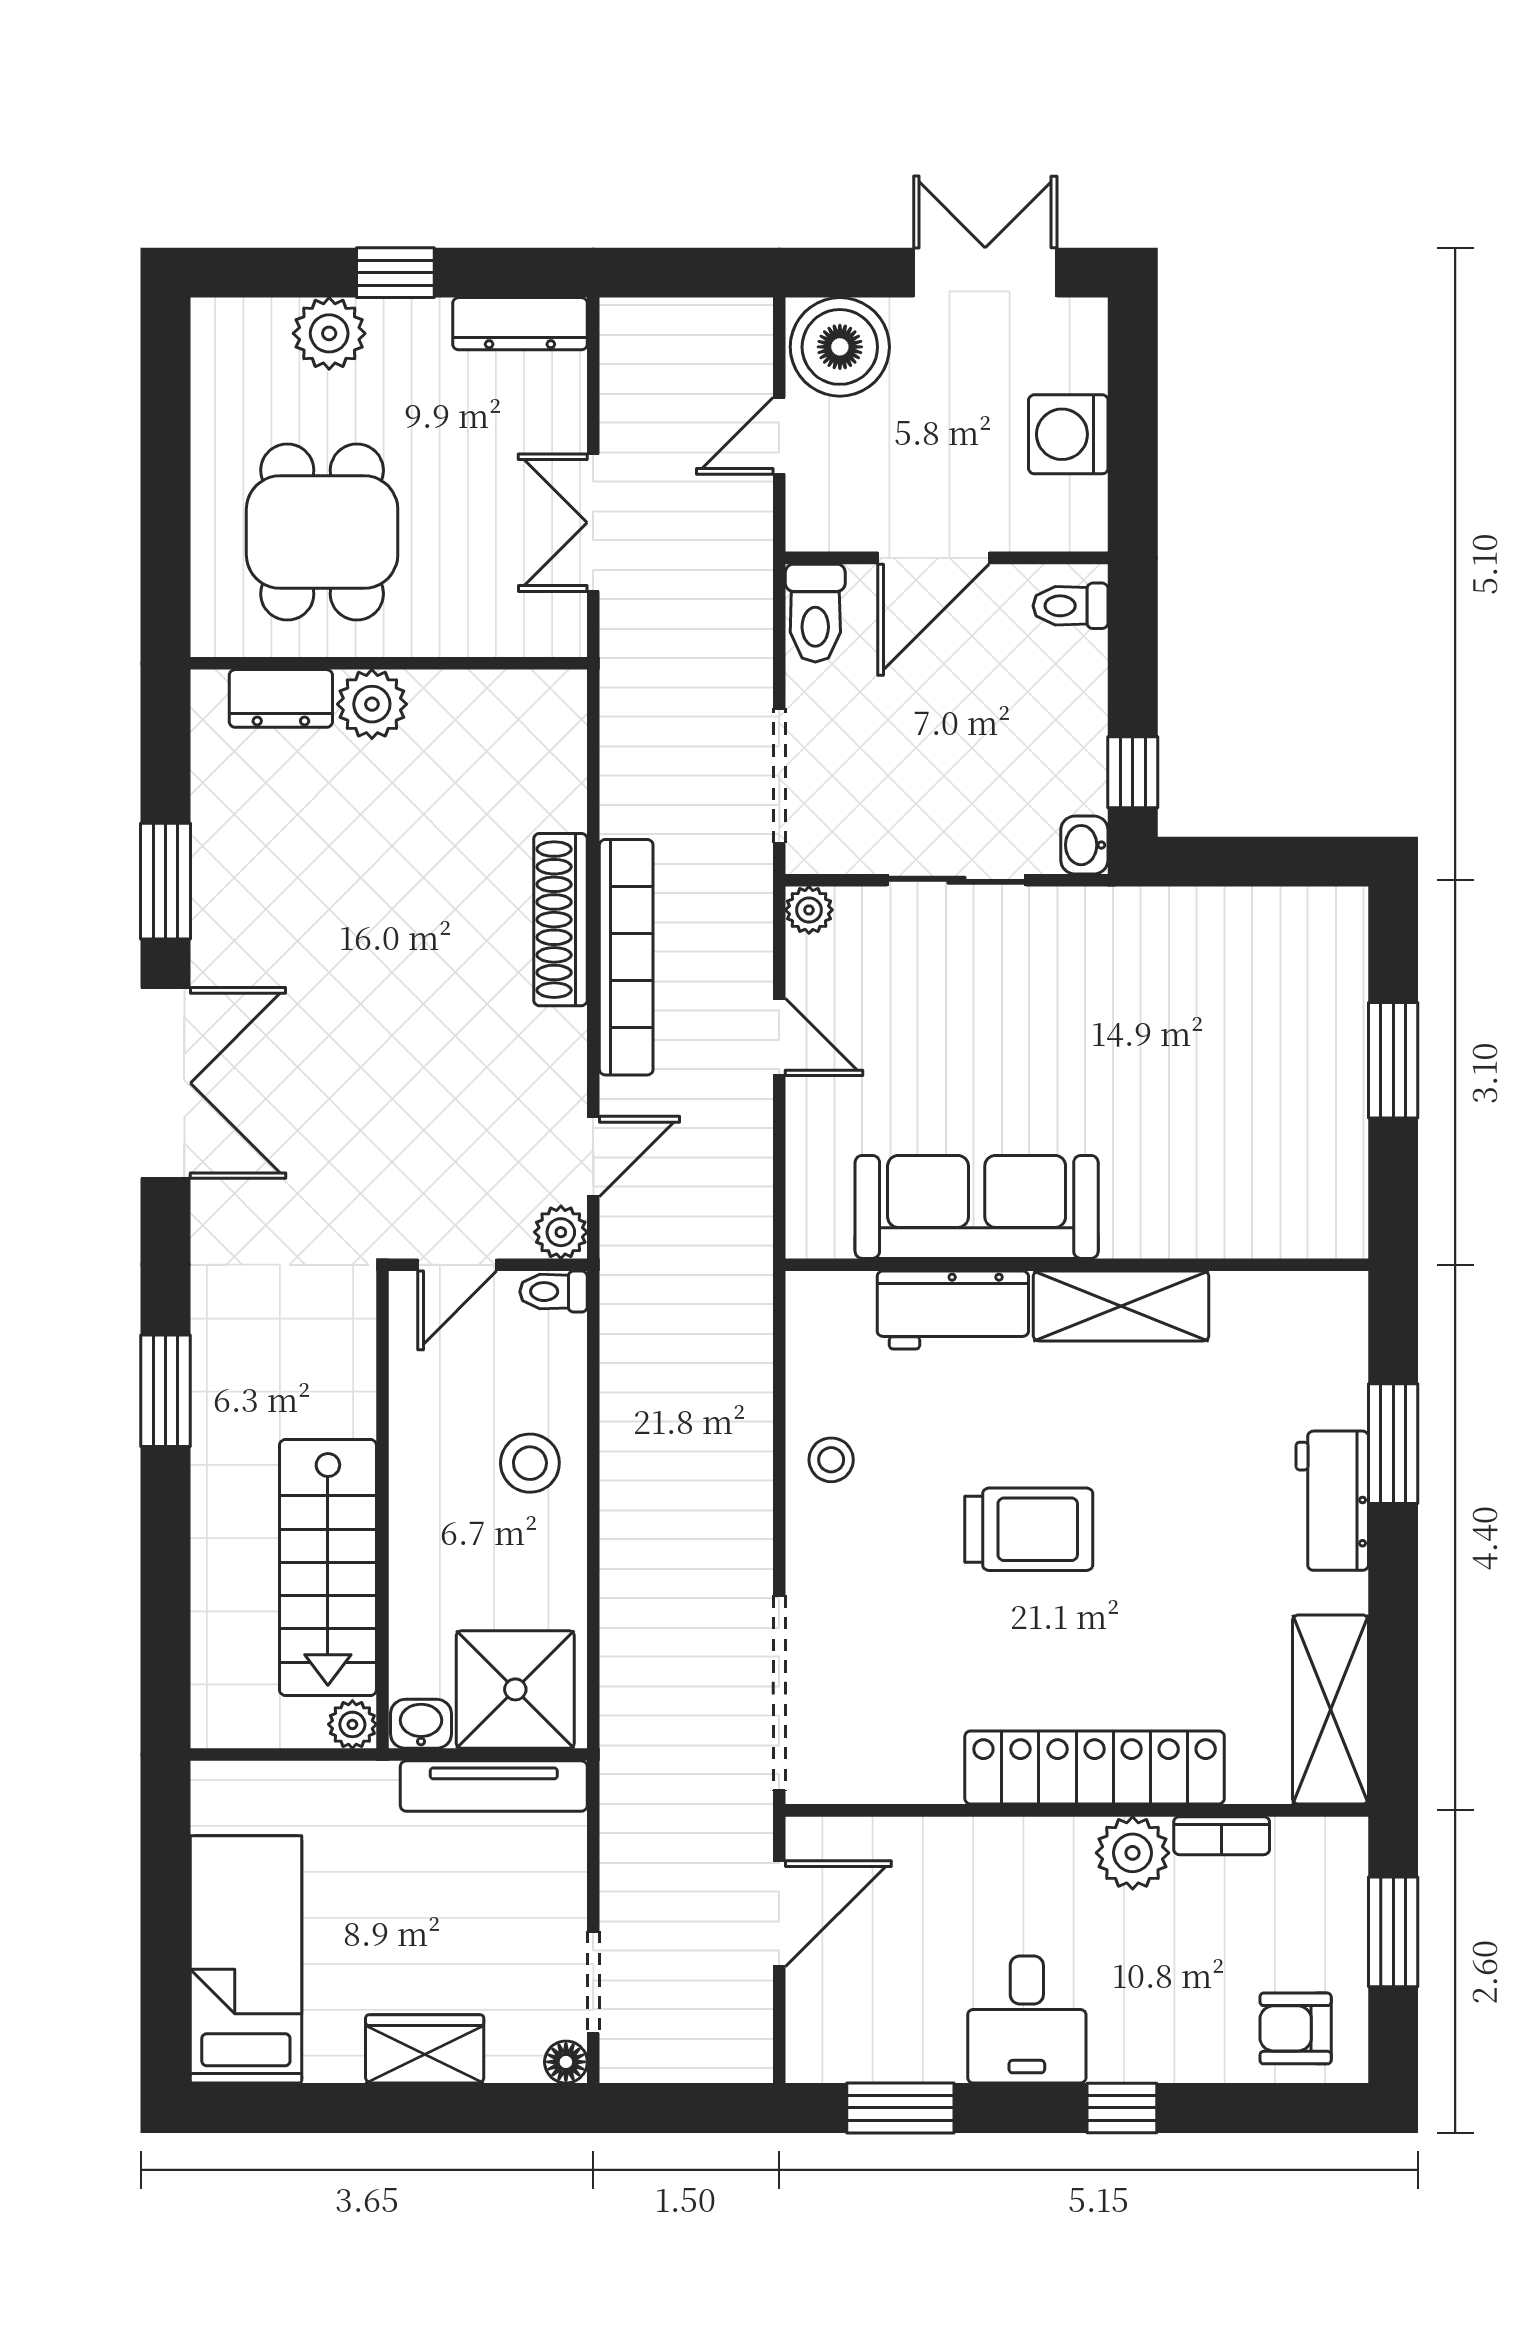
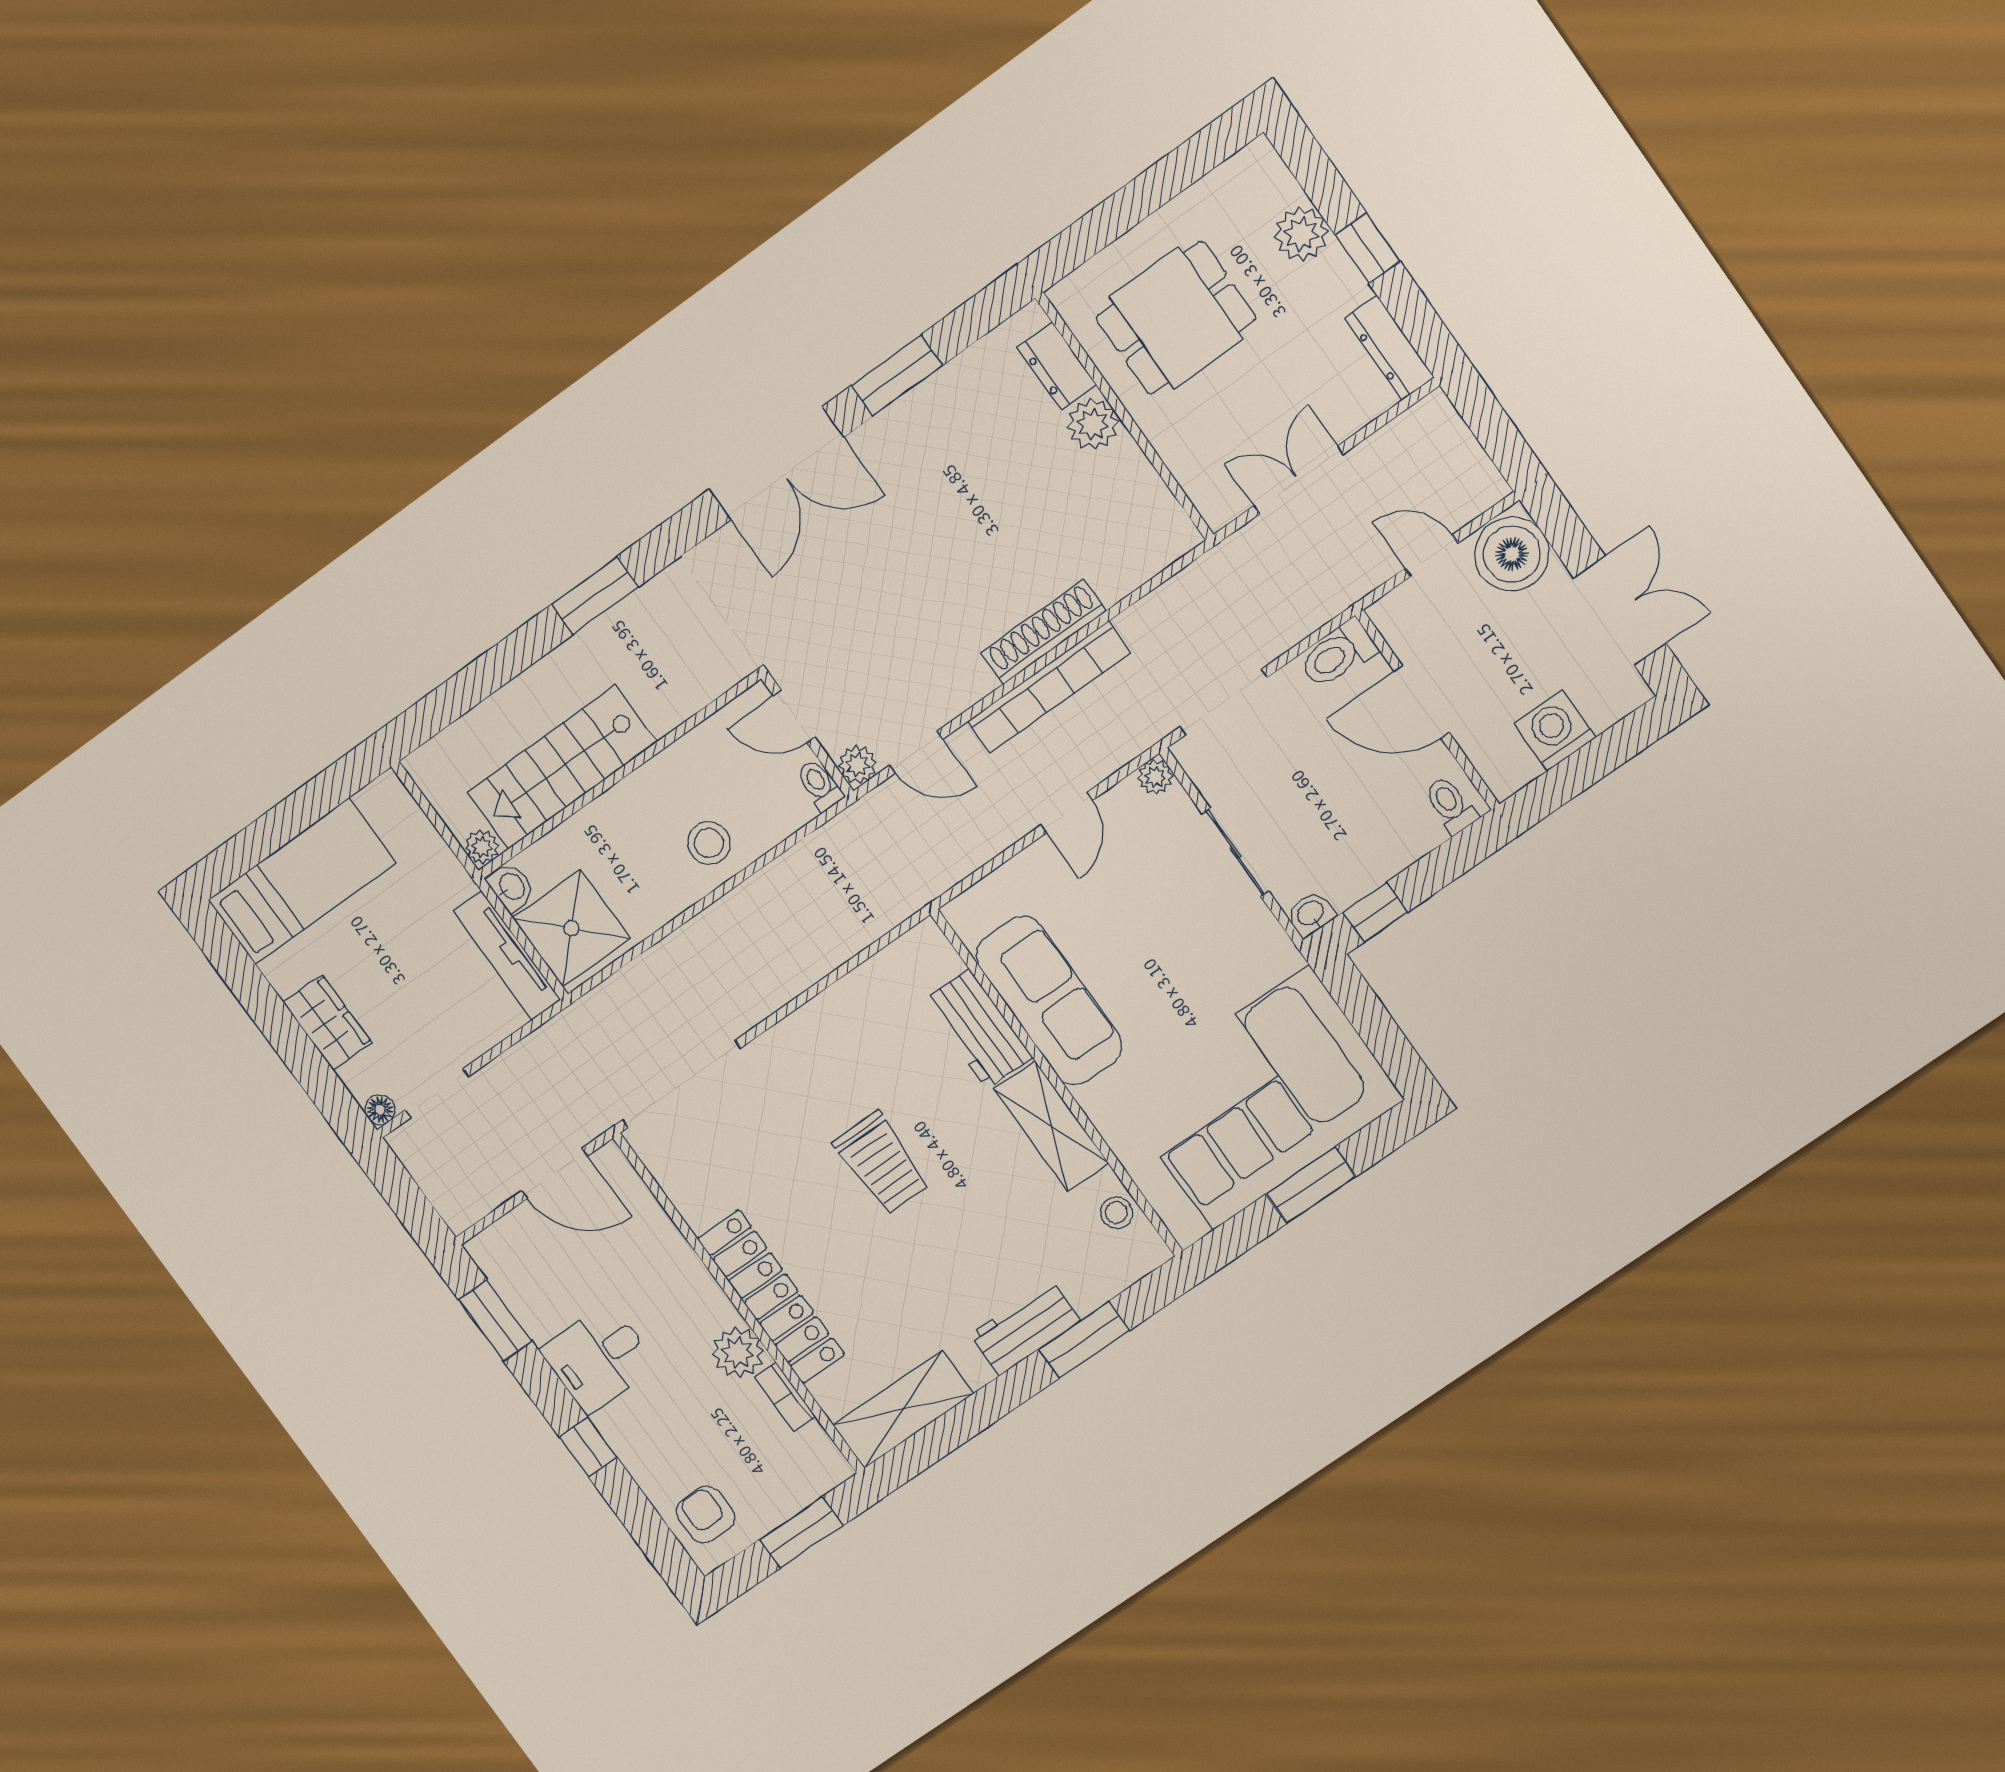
corner sofa: (1254, 1047) -> (1261, 1098), added
stool: (831, 1460) -> (1116, 1213), moved

